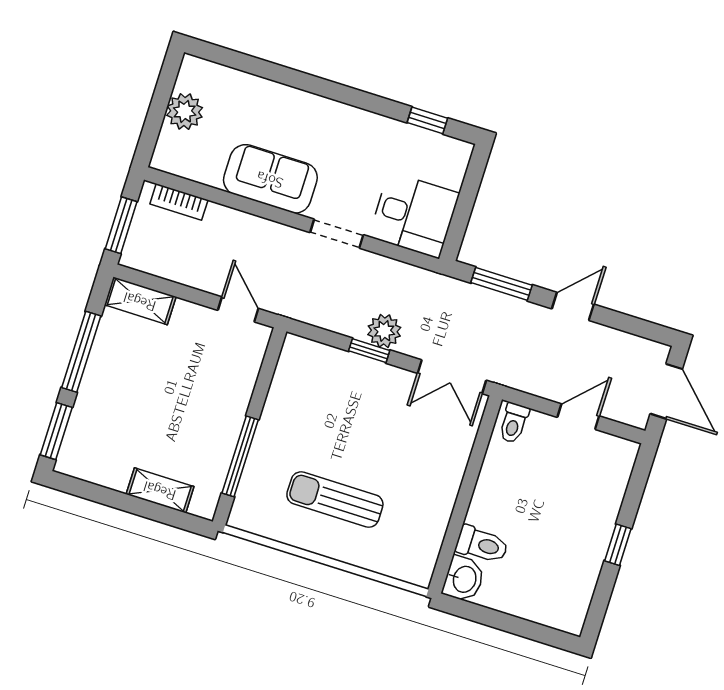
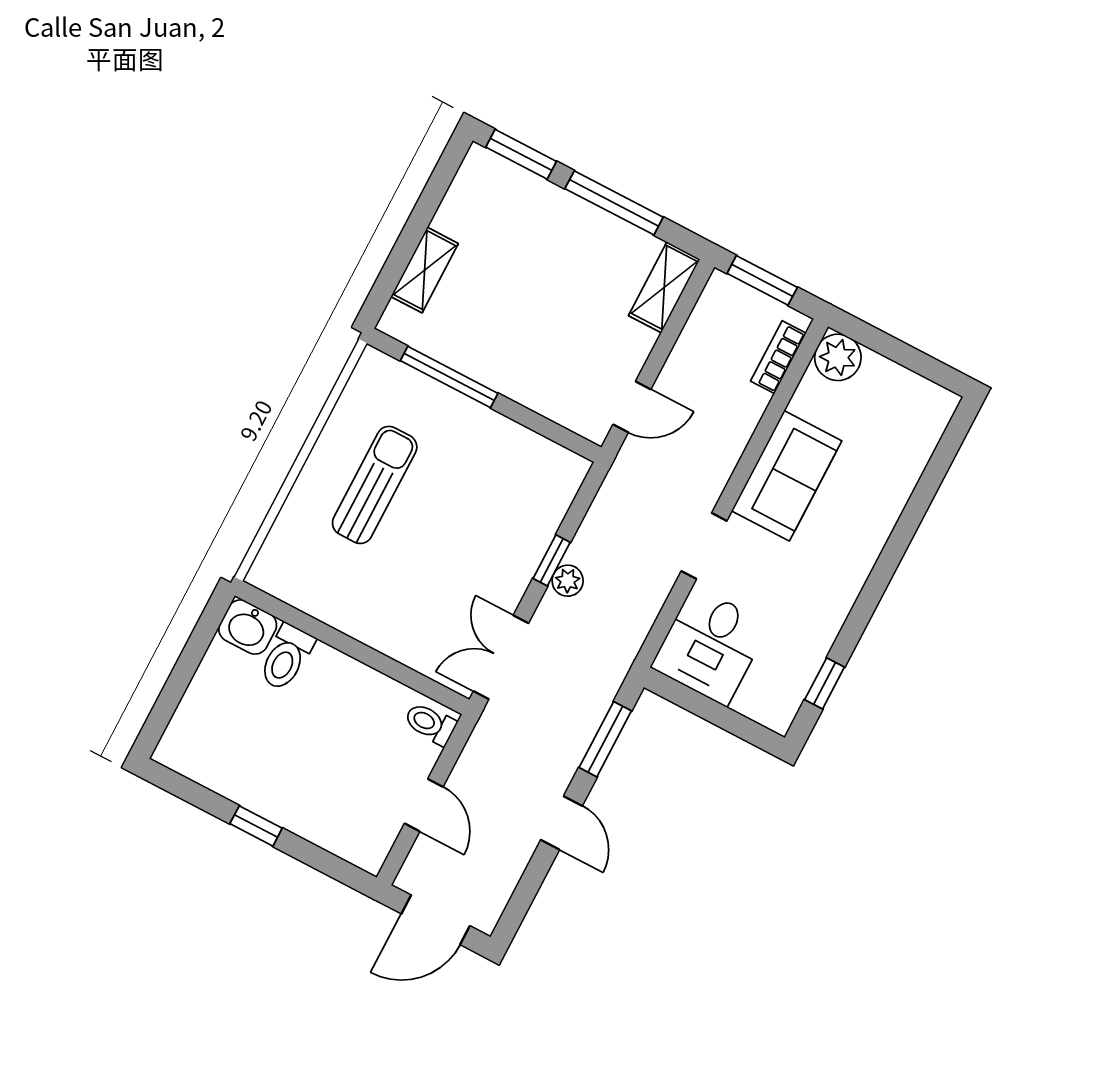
plant: (185, 112) -> (838, 357), moved
plant: (384, 331) -> (568, 581), width x0.73, depth x0.73

